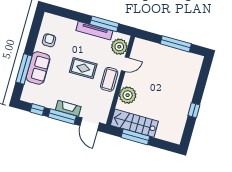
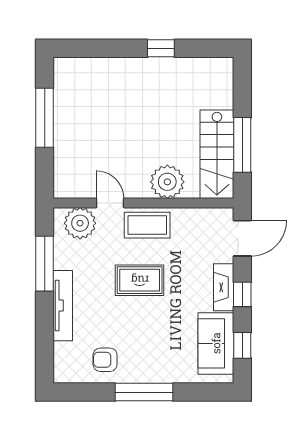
tv unit: (94, 31) -> (63, 306), moved
sofa: (38, 68) -> (216, 343), moved, turned -90
rug: (83, 68) -> (140, 280), turned 90
window: (24, 69) -> (144, 392), moved
window: (62, 116) -> (242, 294), width x0.46

